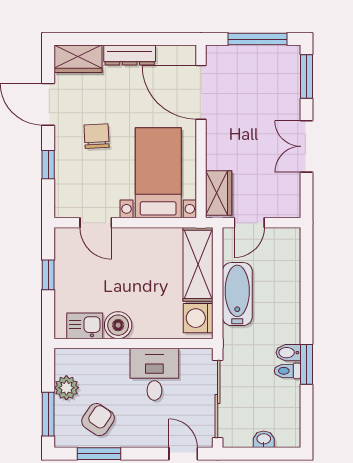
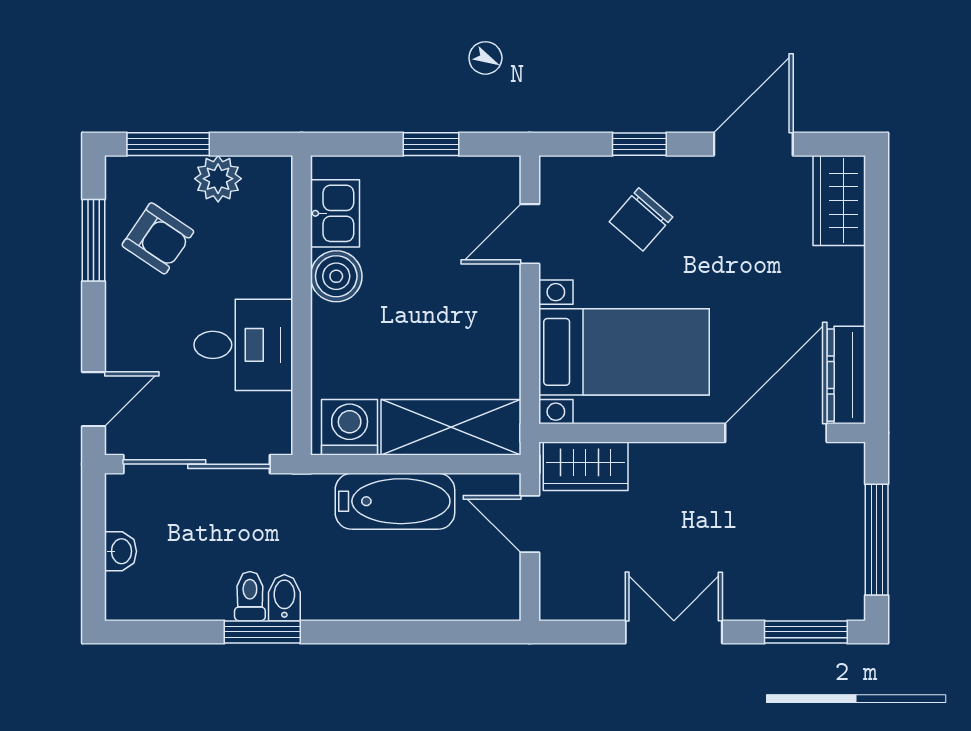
dresser: (130, 55) -> (846, 375), moved
chair: (97, 136) -> (641, 219), moved, turned 134

